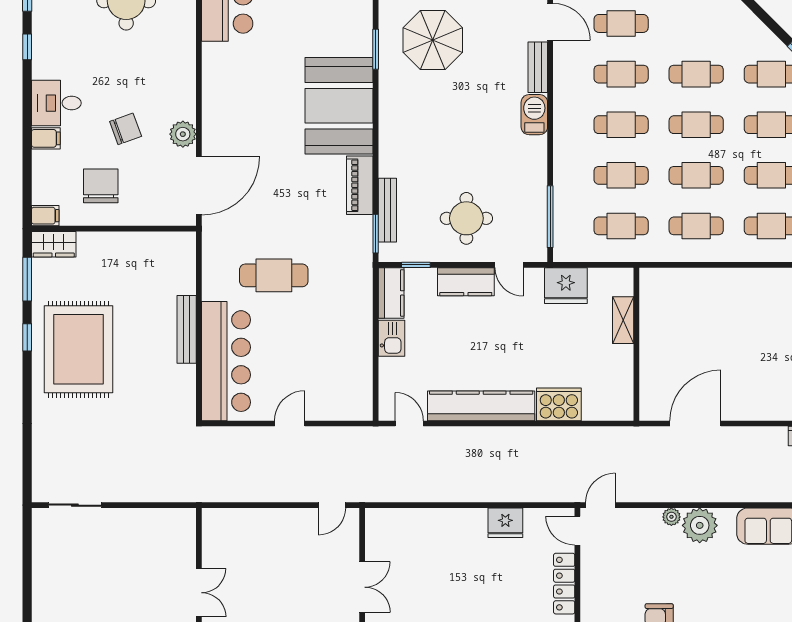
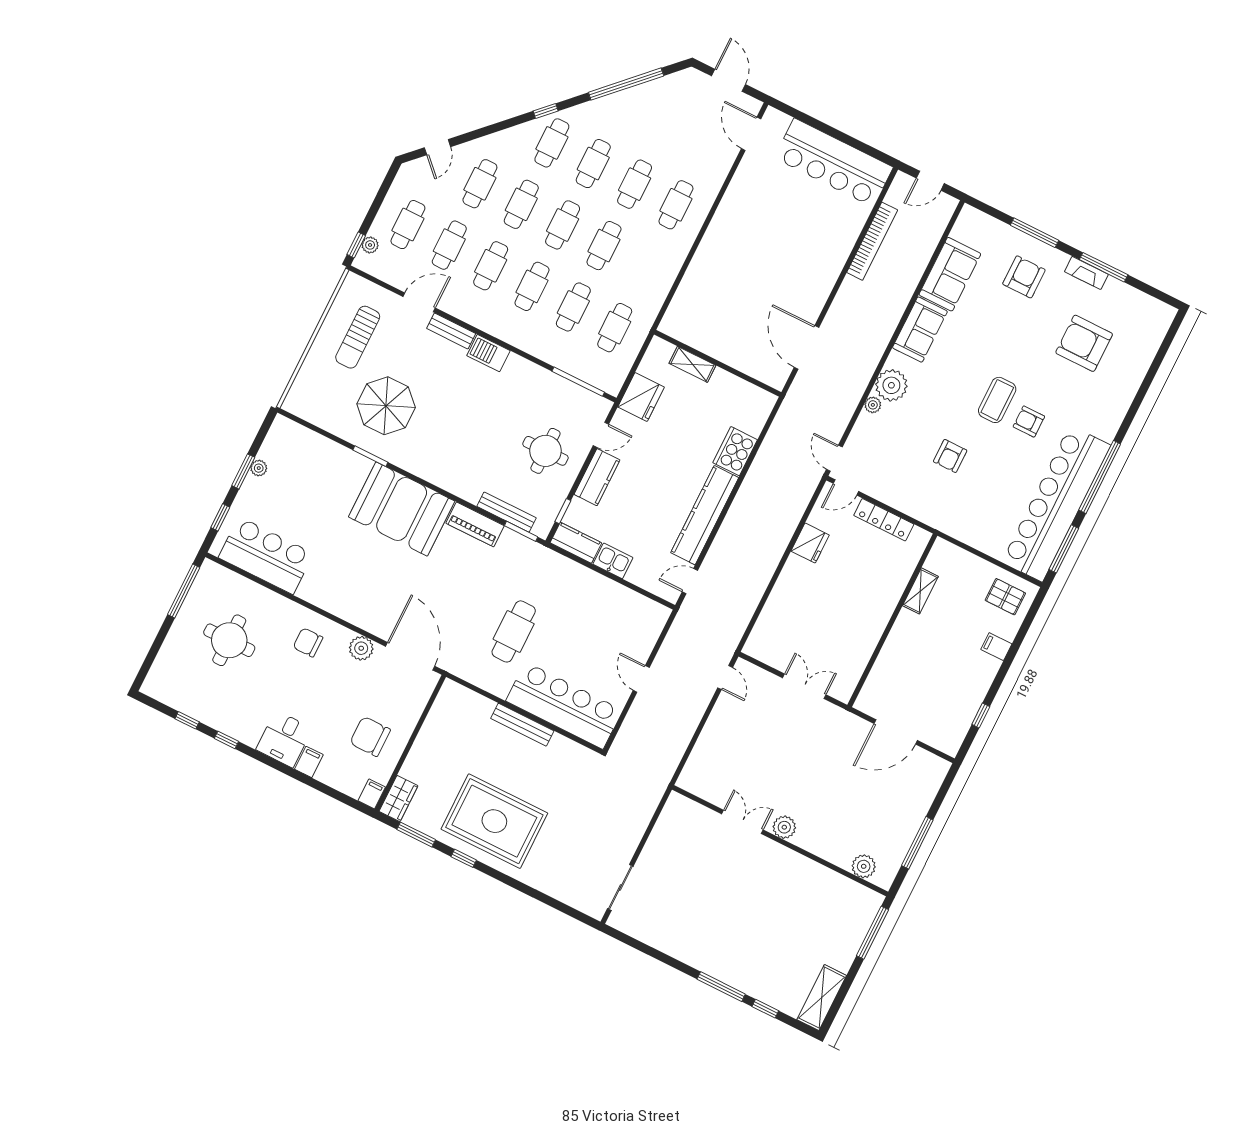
chair: (126, 129) -> (308, 642), moved, turned -70
cafe table: (696, 226) -> (480, 184), moved

